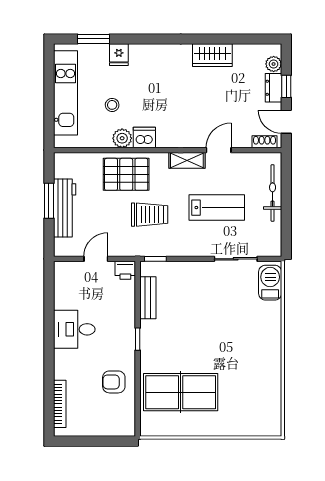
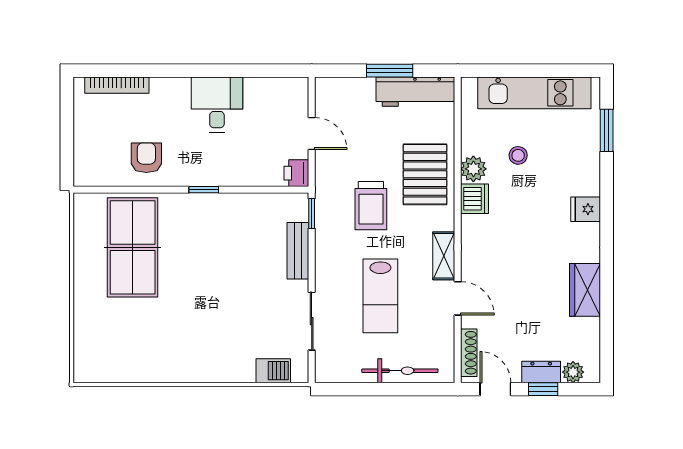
fridge: (119, 55) -> (586, 209), moved
door: (286, 122) -> (495, 389), hinge flipped
shoe rack: (264, 142) -> (469, 353), width x1.43
workbench: (65, 208) -> (415, 92), moved
barbecue: (270, 283) -> (273, 371), width x0.73, depth x0.79
bench: (148, 298) -> (298, 251), moved, turned 90

